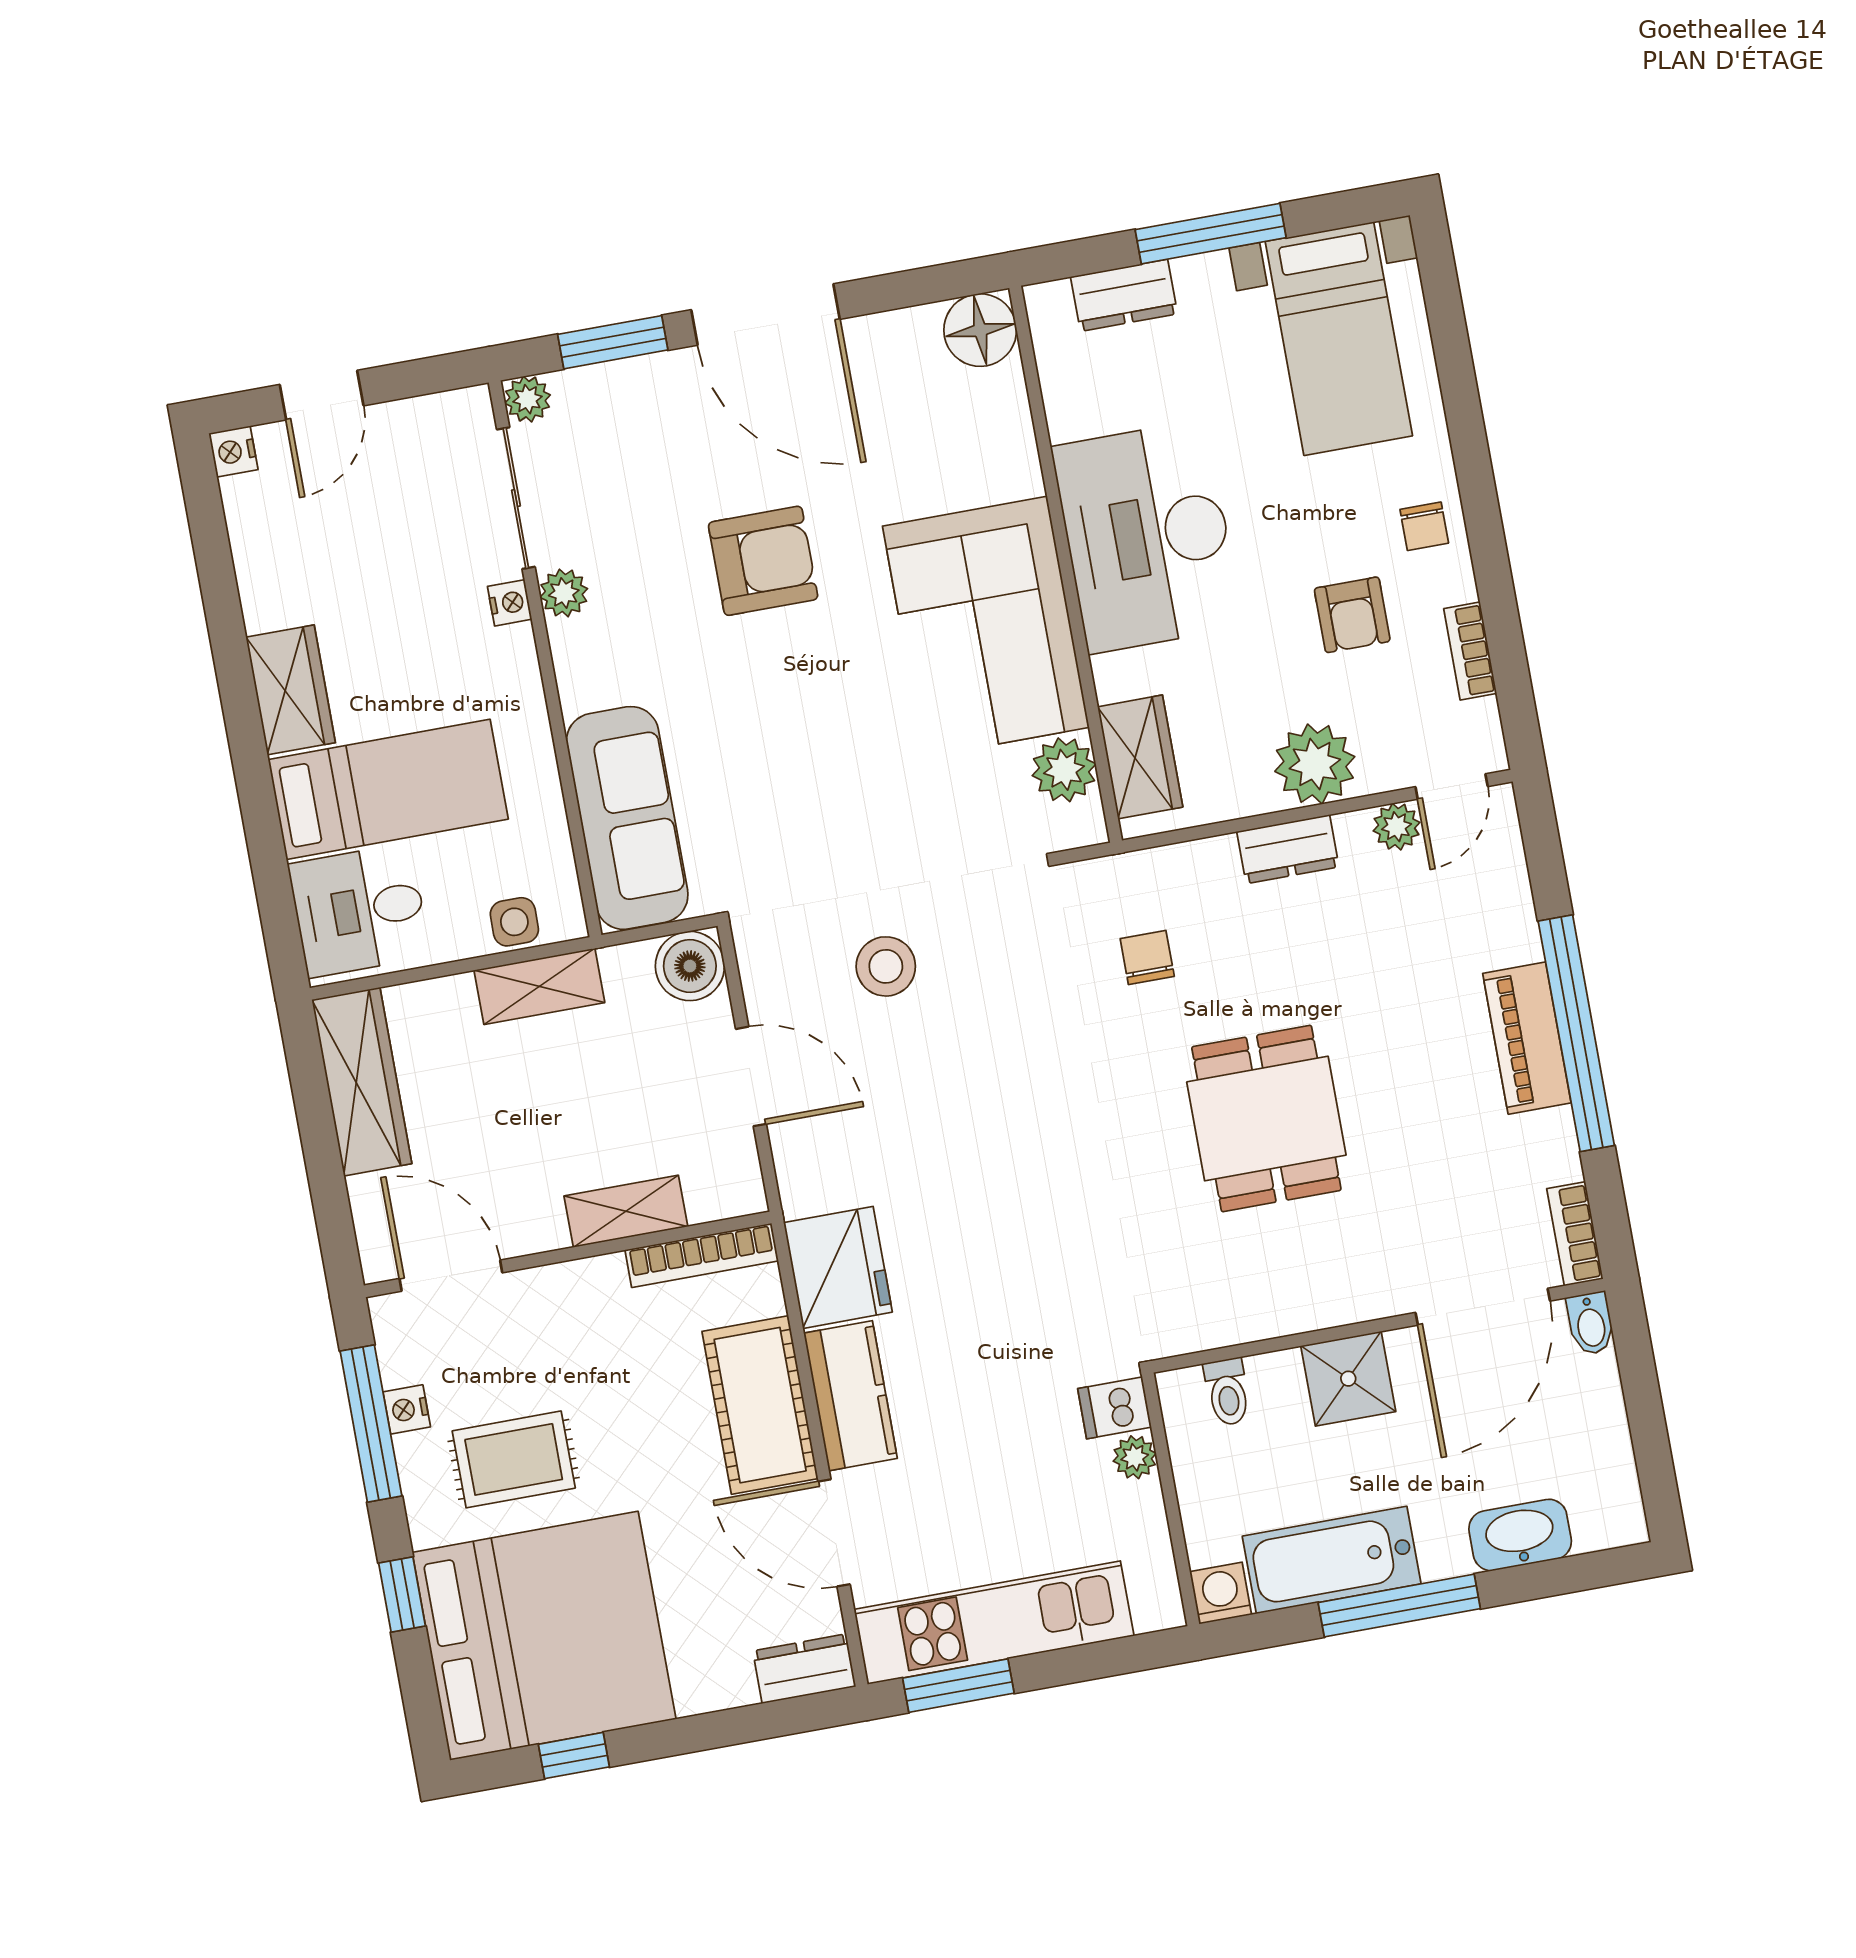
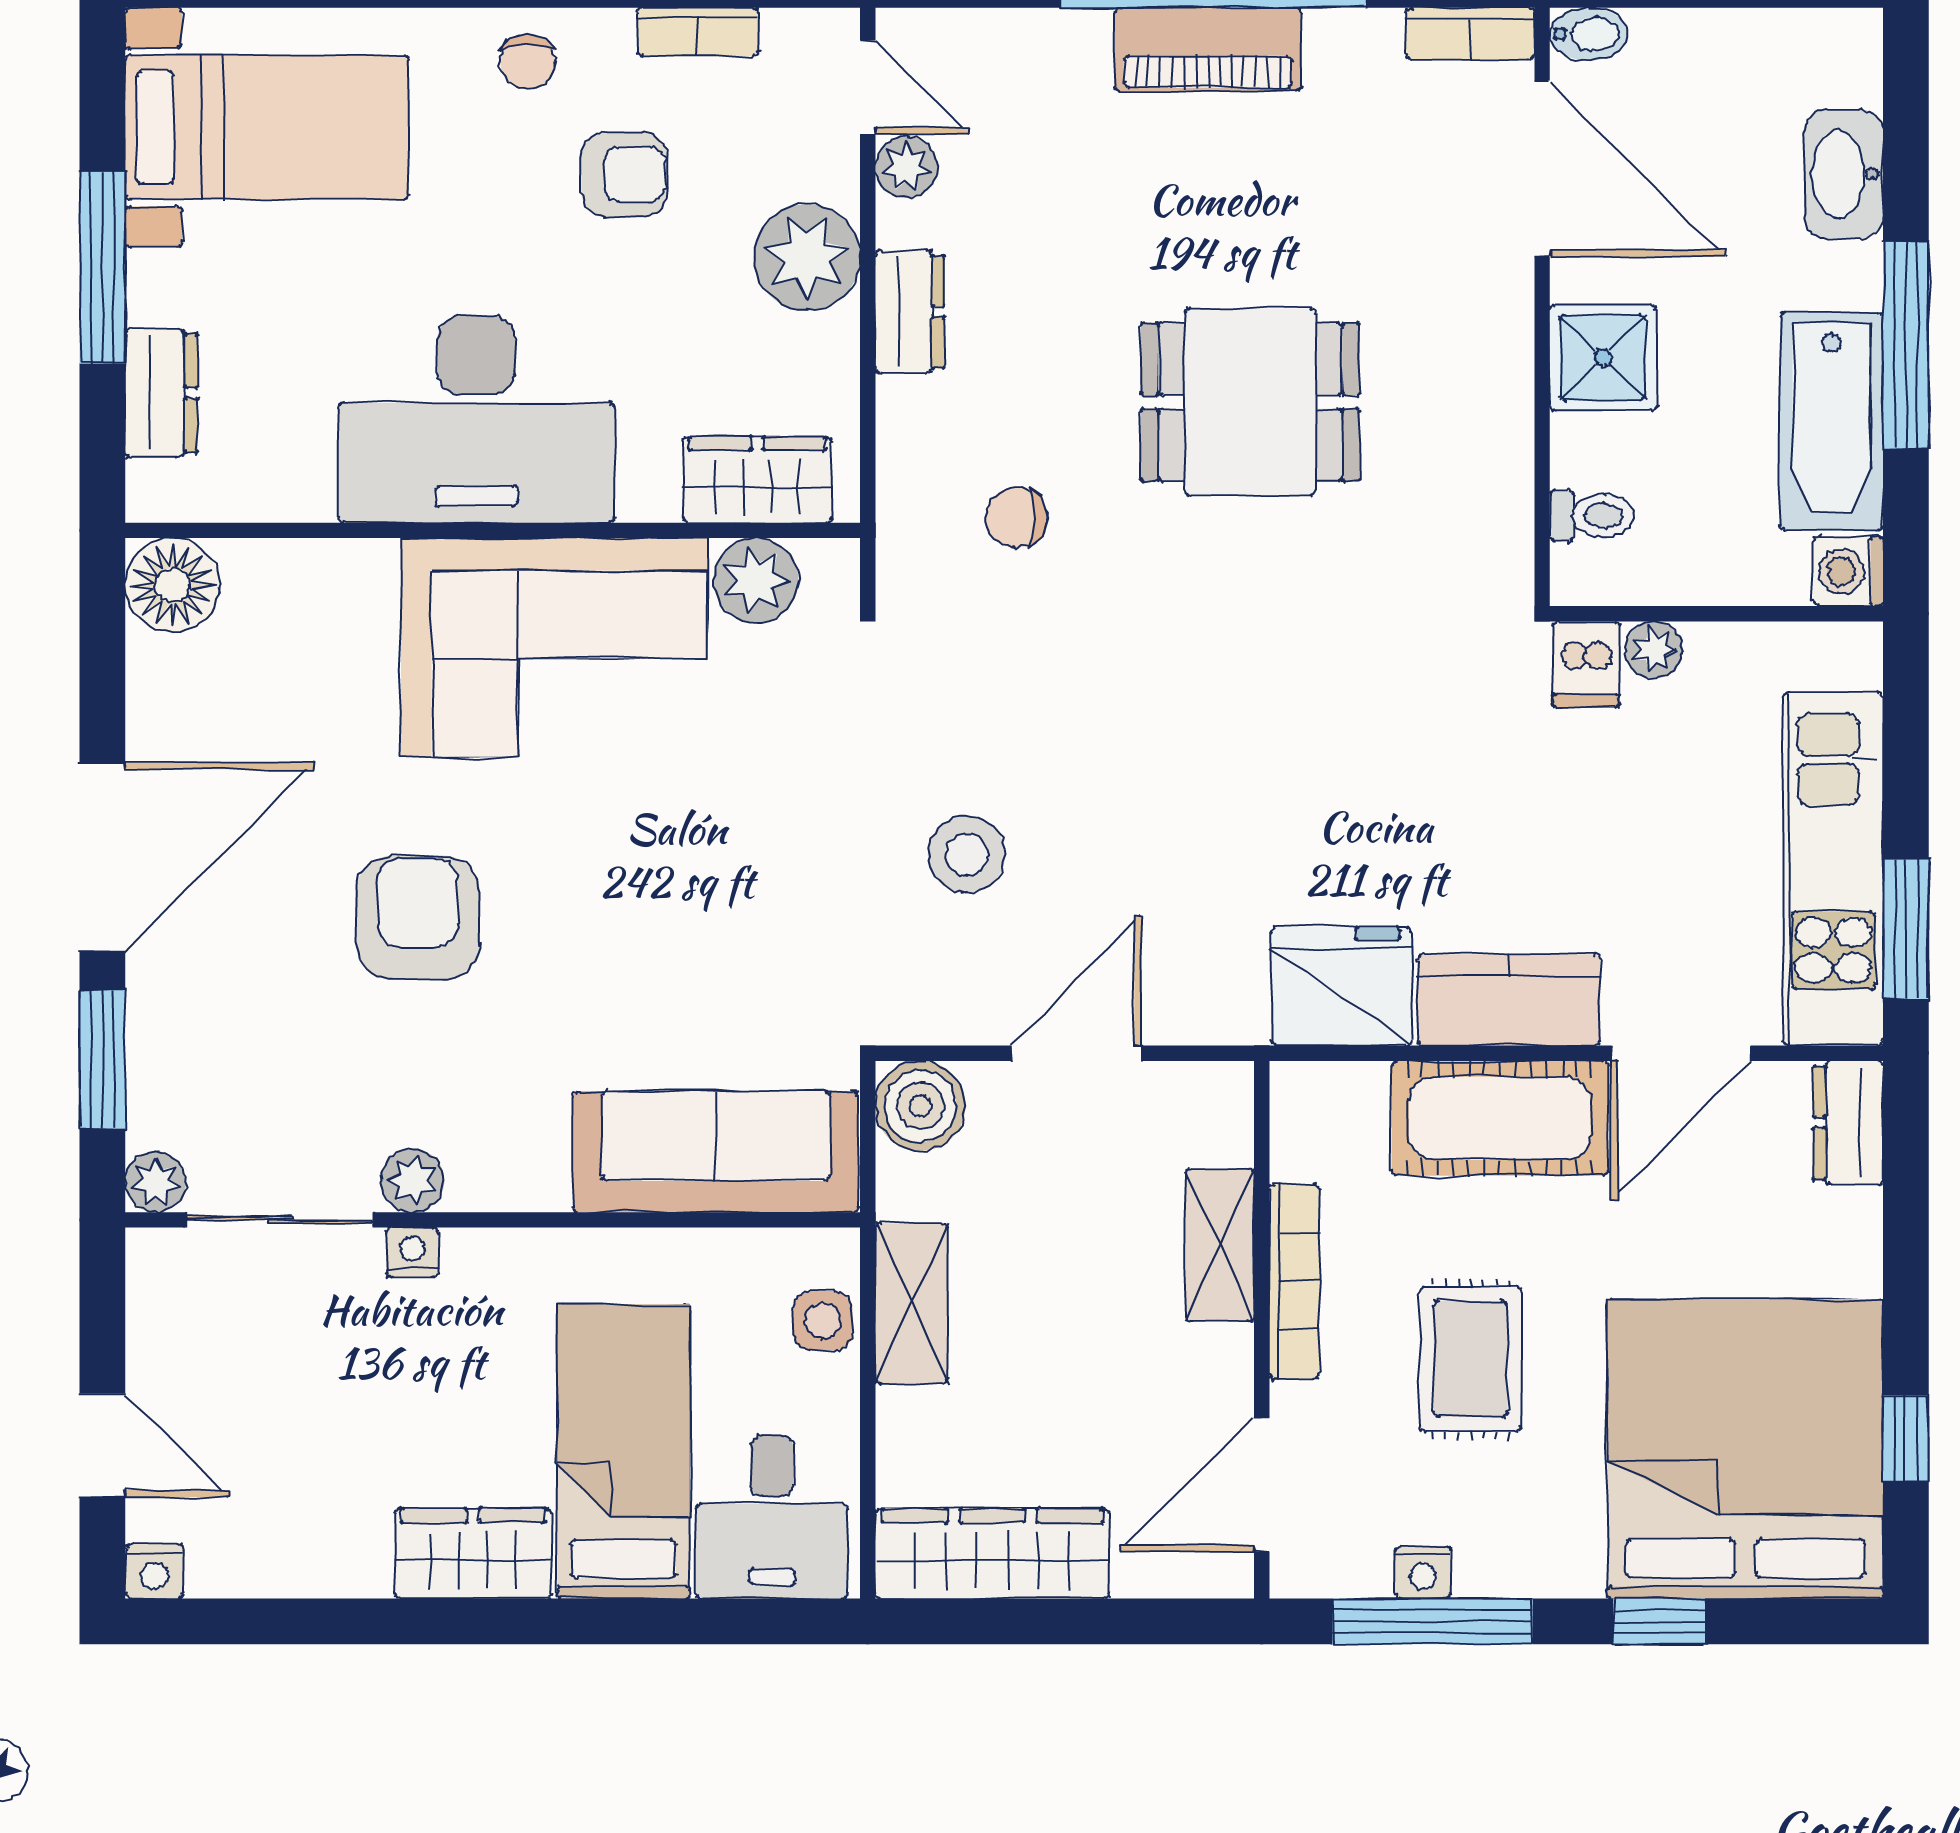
chair: (1424, 526) -> (528, 62), turned 90
bookcase: (702, 1255) -> (1294, 1282), moved
rug: (514, 1459) -> (1471, 1359), moved

